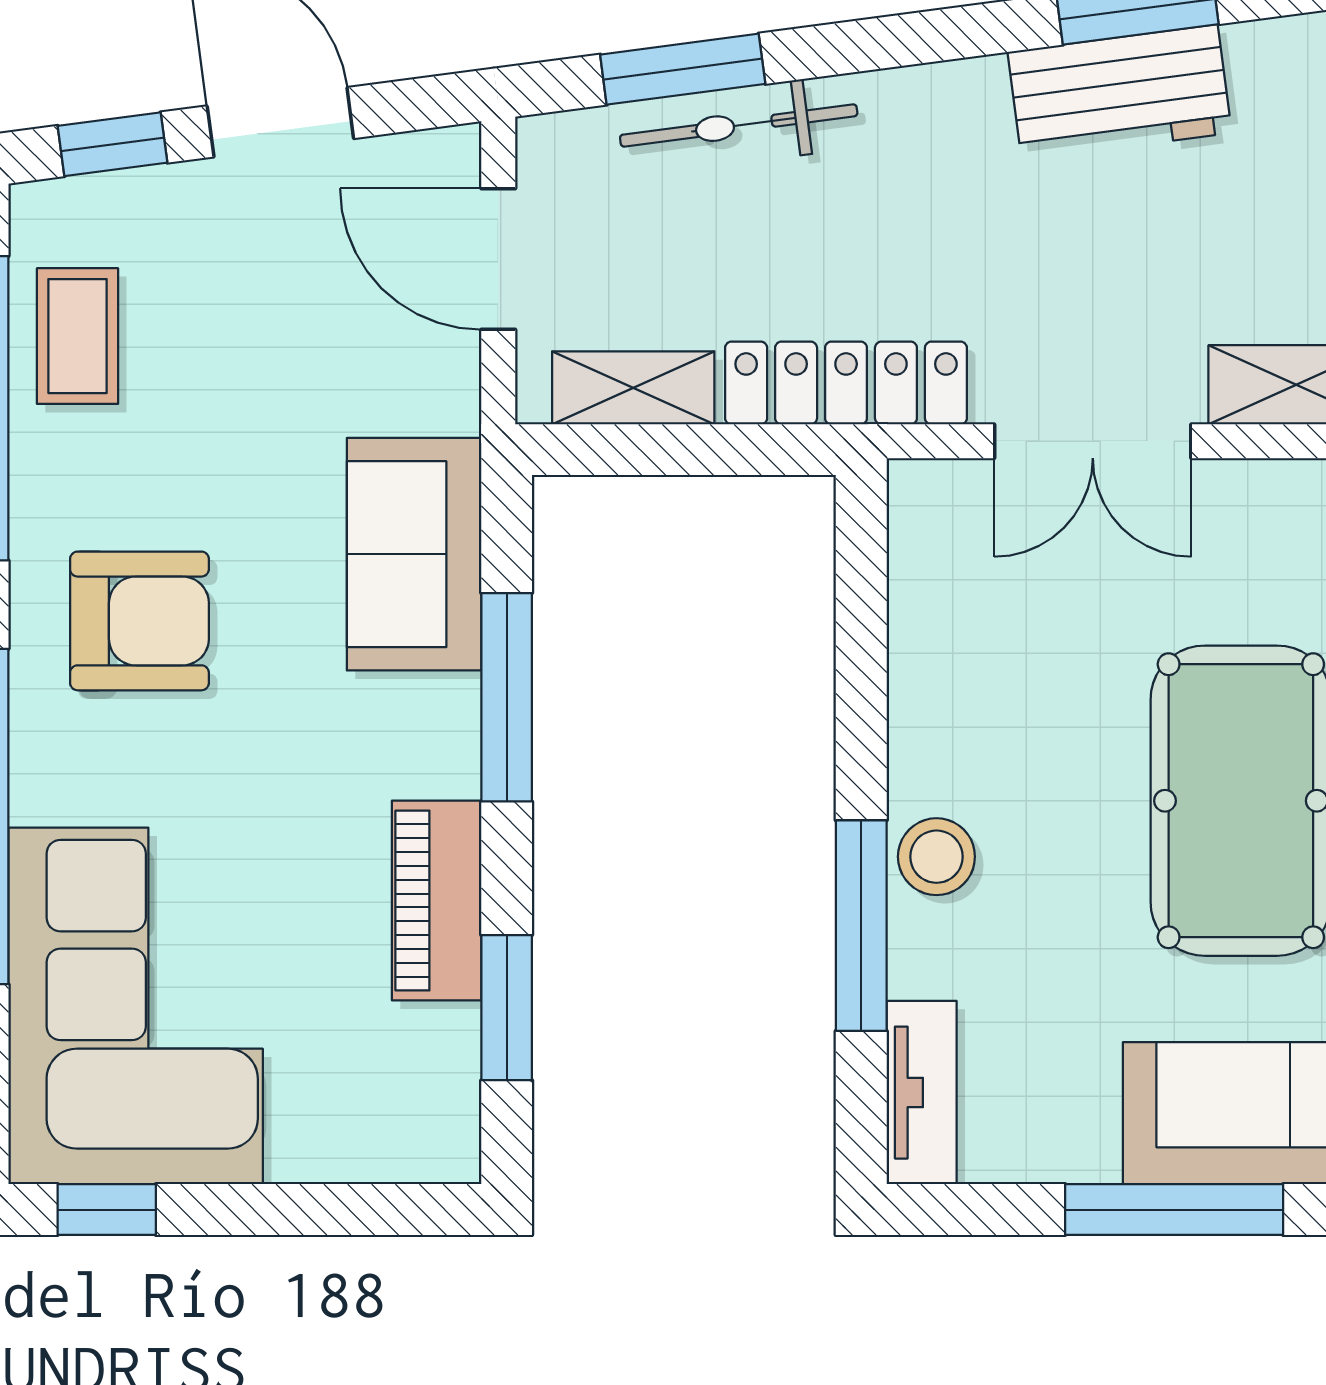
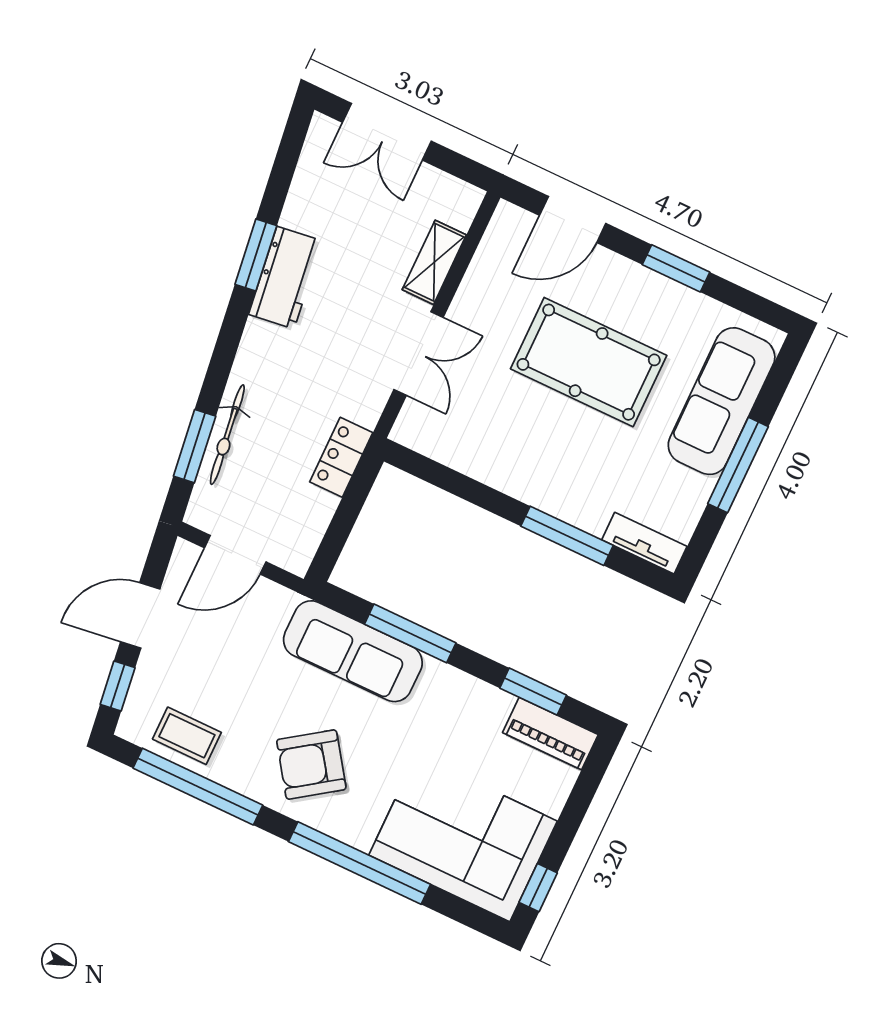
locker: (846, 383) -> (341, 457), width x0.66
shelving: (633, 388) -> (311, 525), removed
sofa: (414, 554) -> (353, 651), width x1.36
armchair: (139, 621) -> (311, 765), turned -125
stool: (936, 857) -> (554, 493), removed
piano: (437, 901) -> (550, 734), moved

